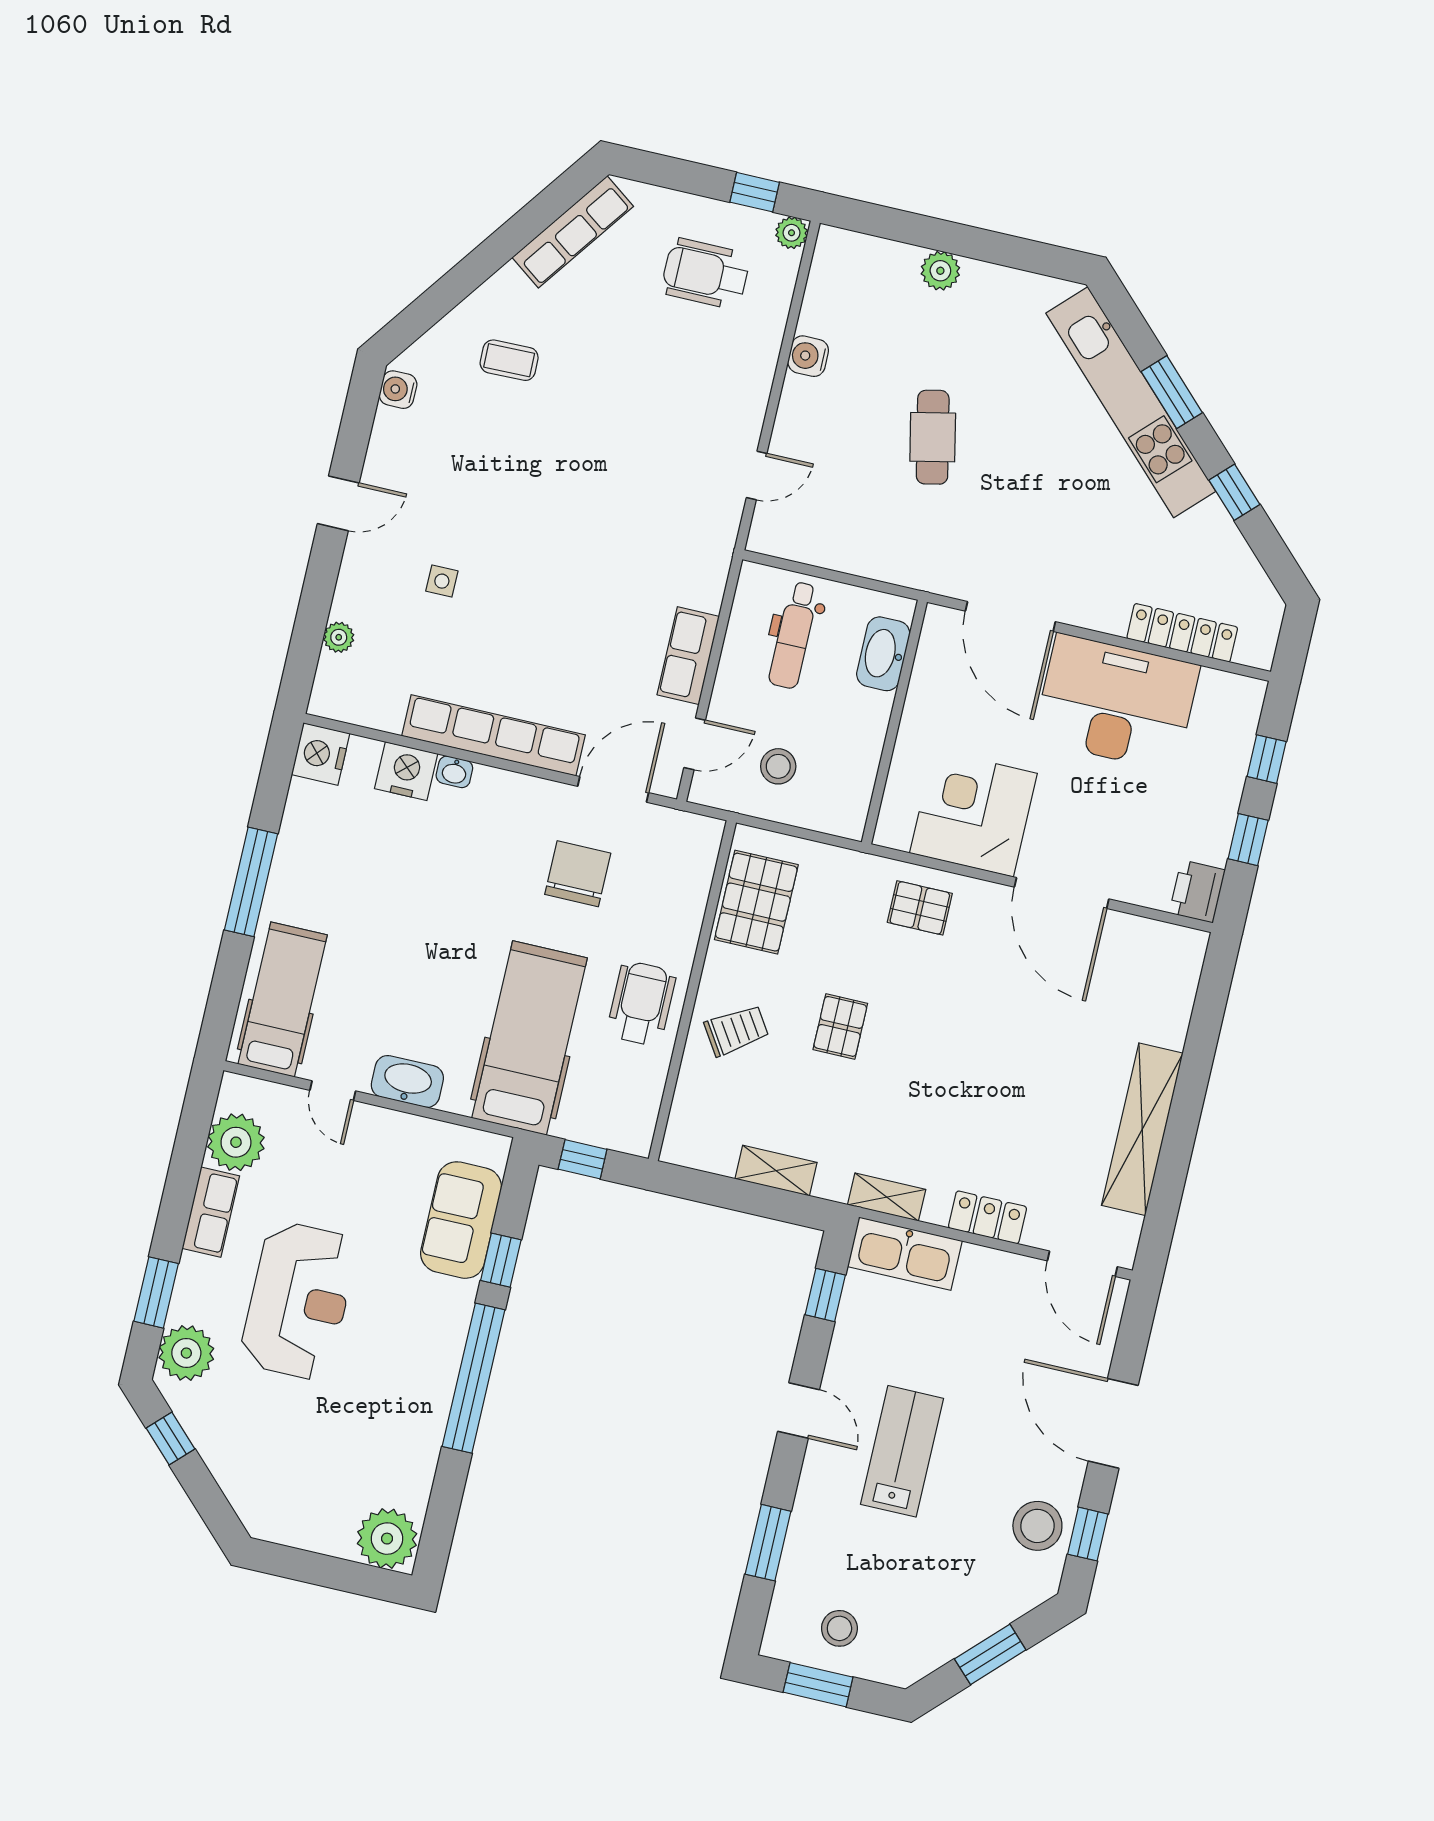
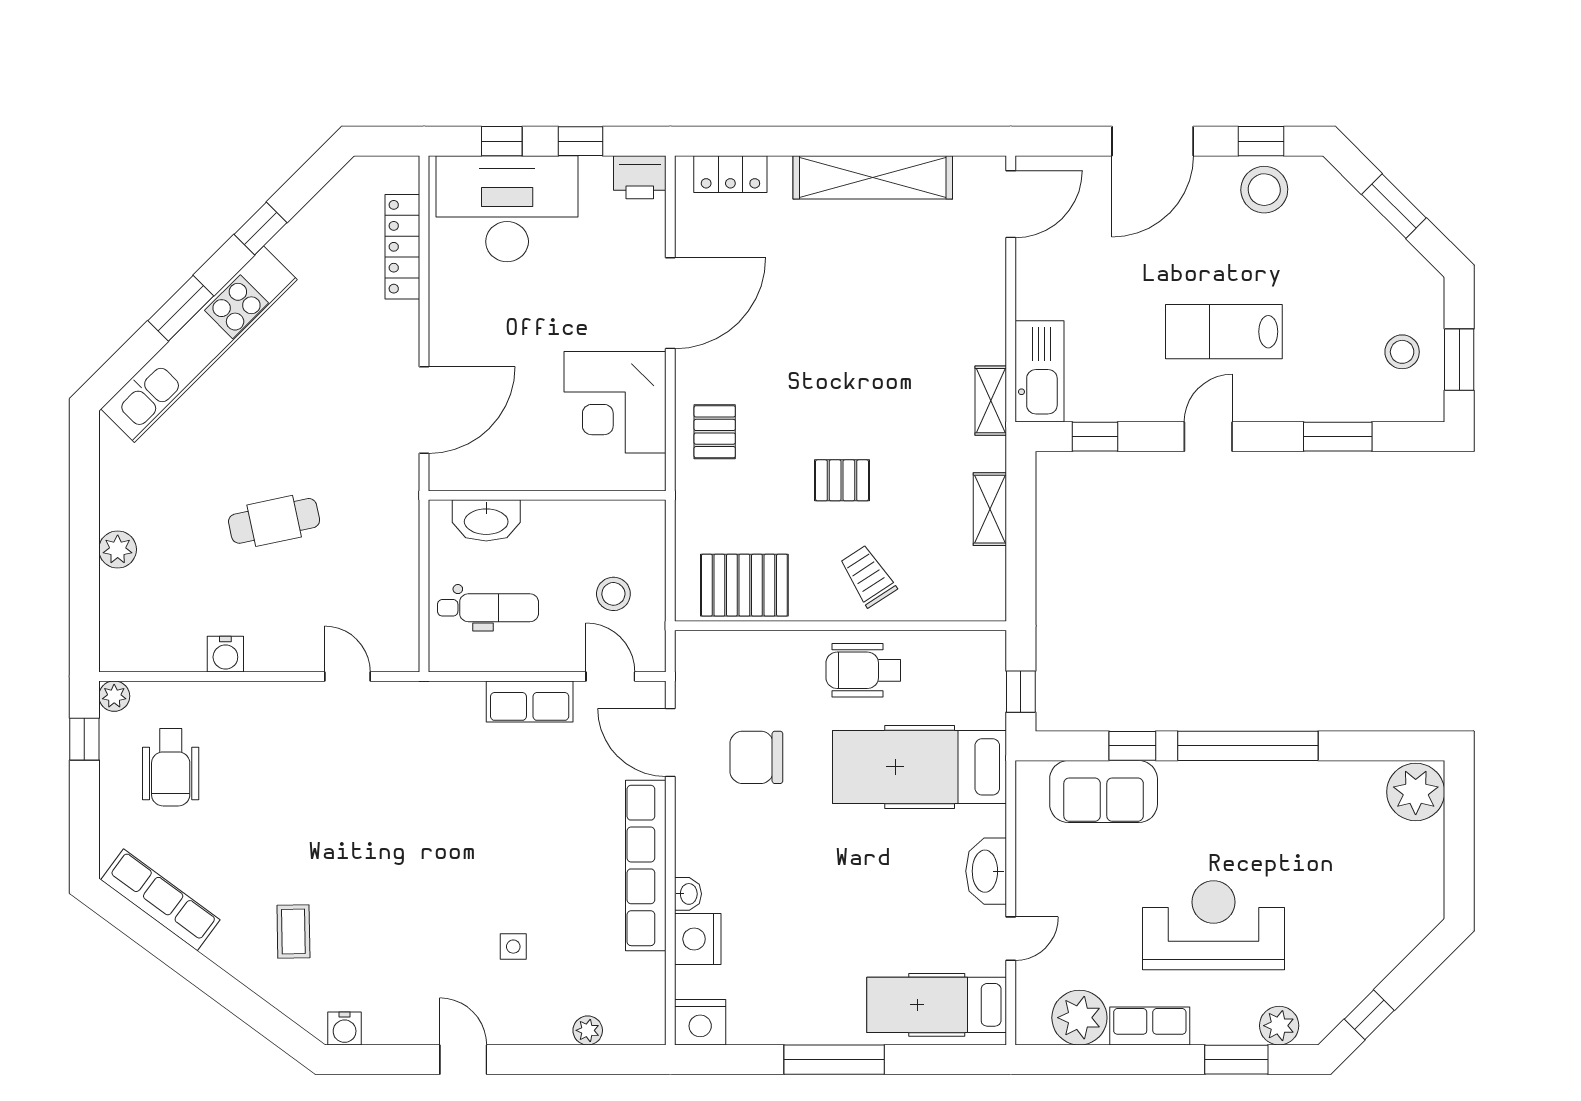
desk: (1116, 703) -> (507, 209), moved, turned 90
locker: (987, 1217) -> (730, 174), moved, turned -90
plant: (186, 1353) -> (1279, 1026), width x0.73, depth x0.73

